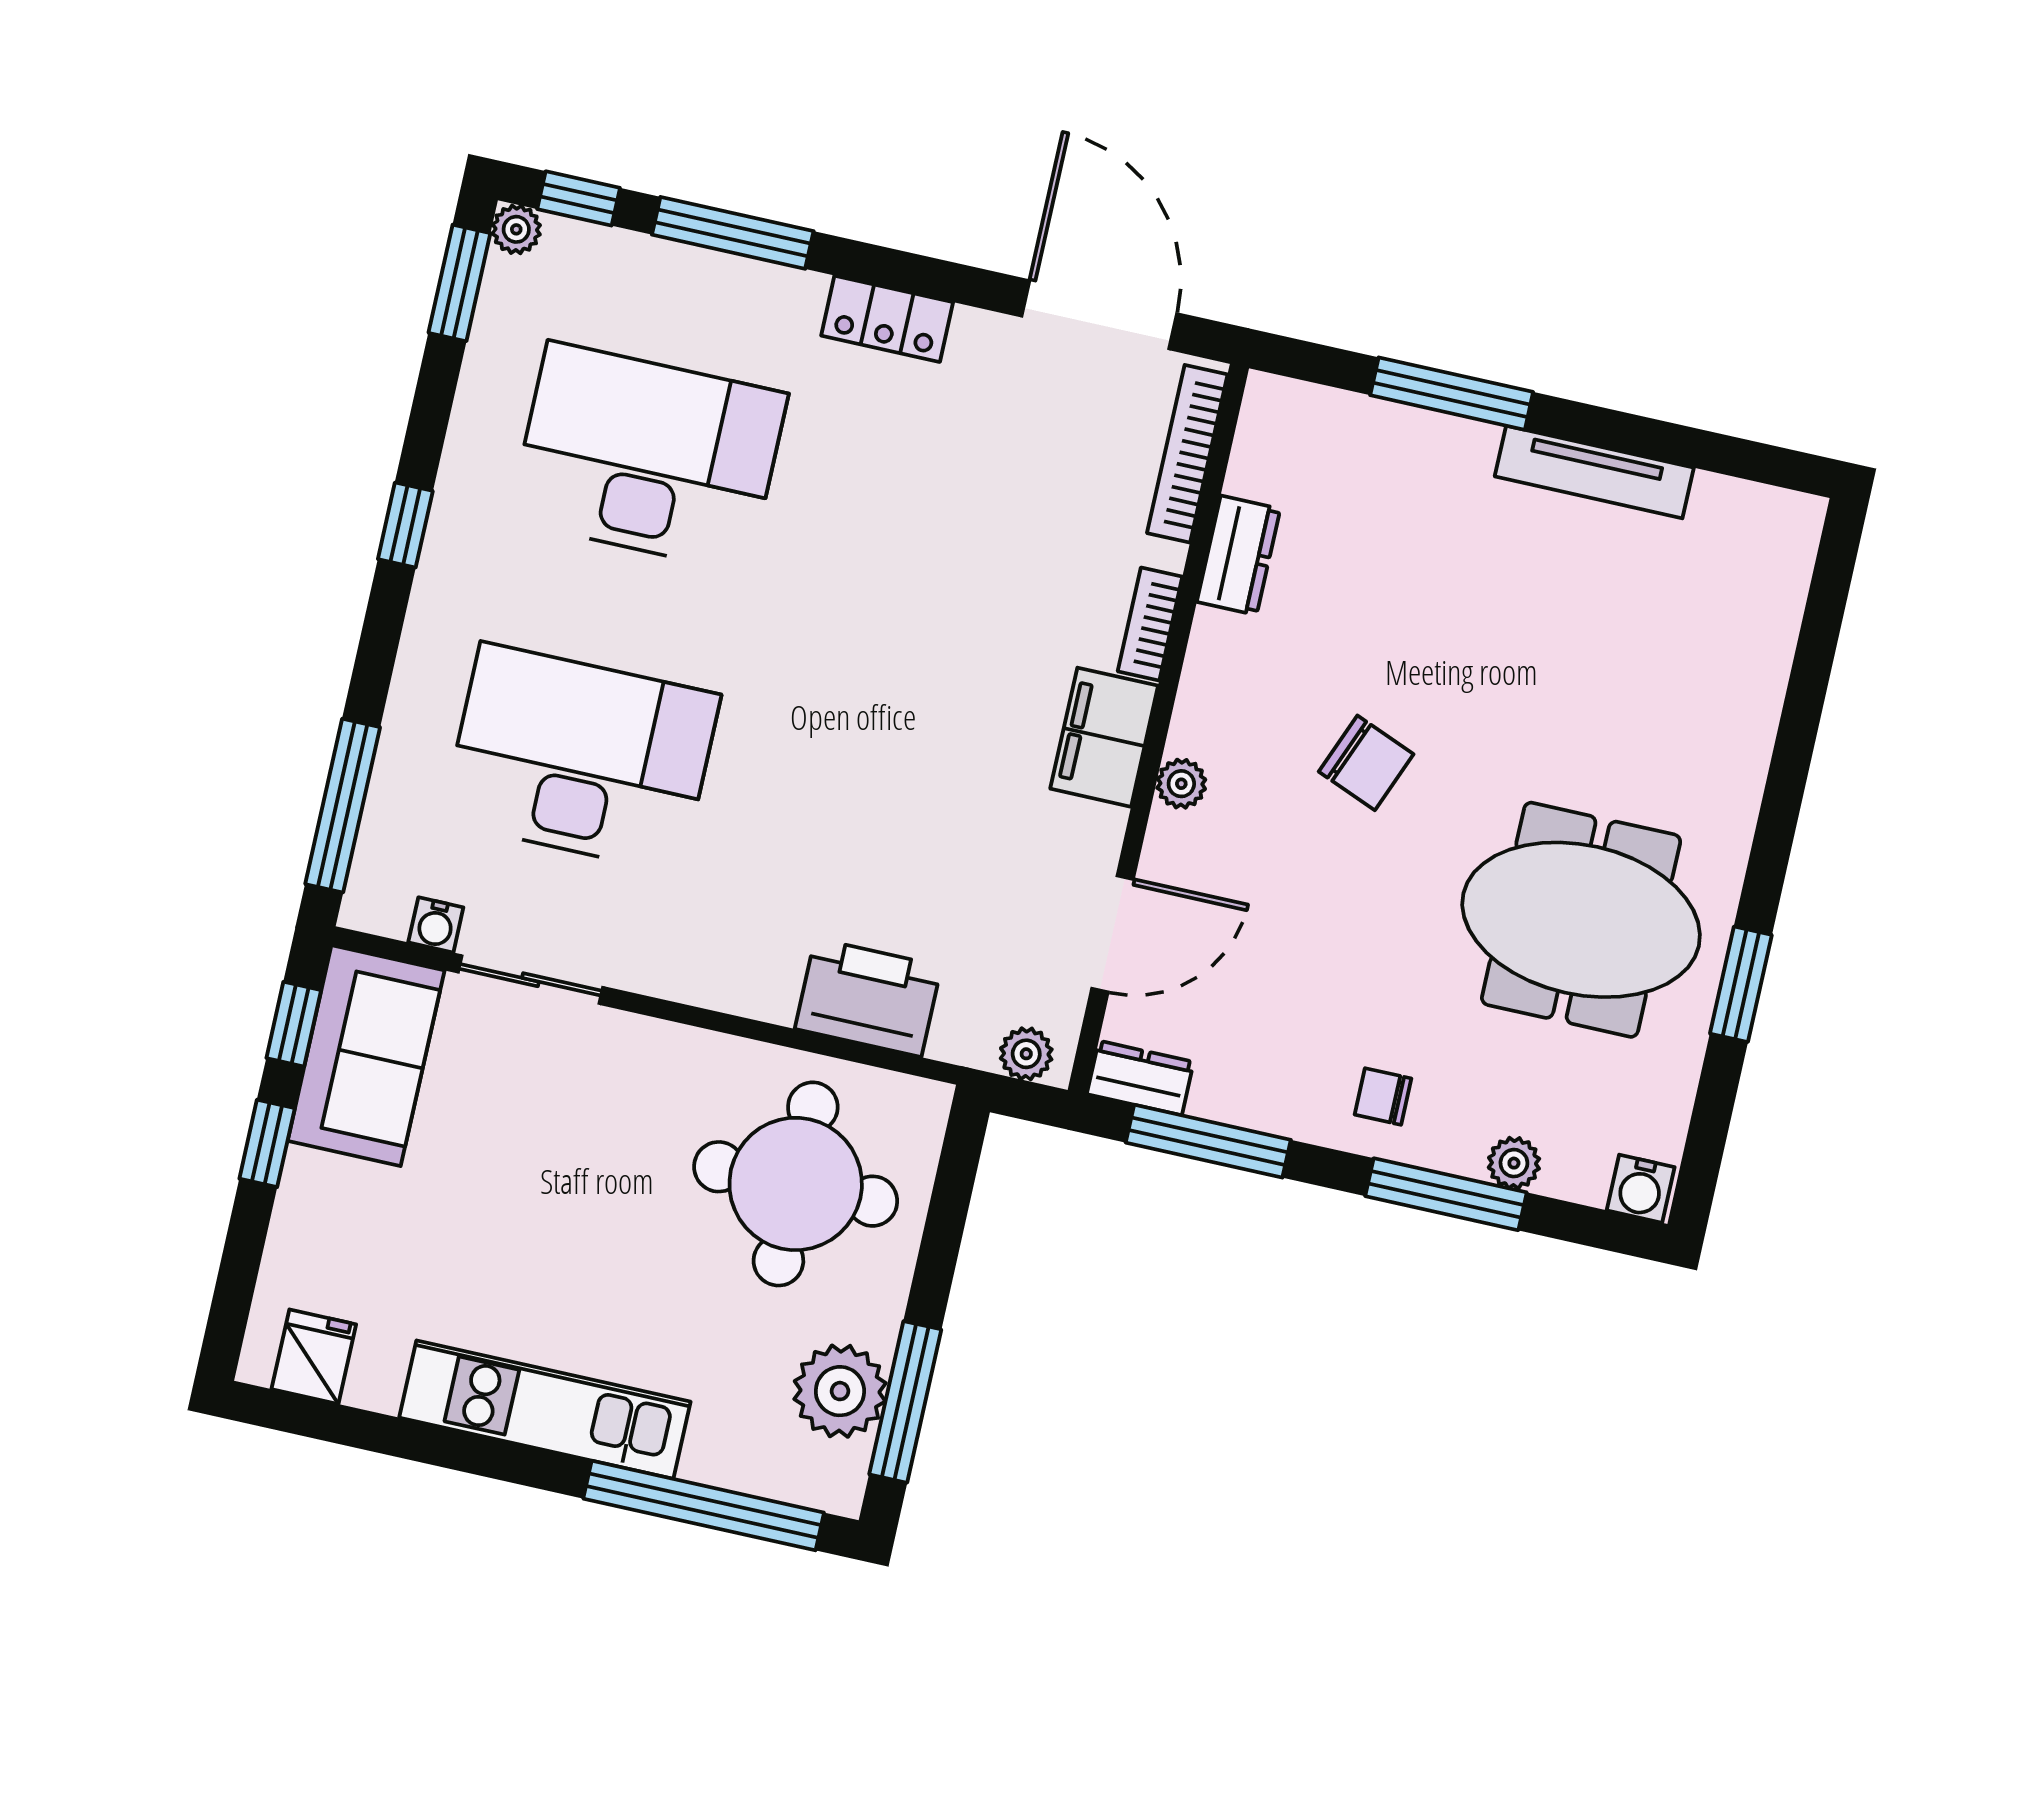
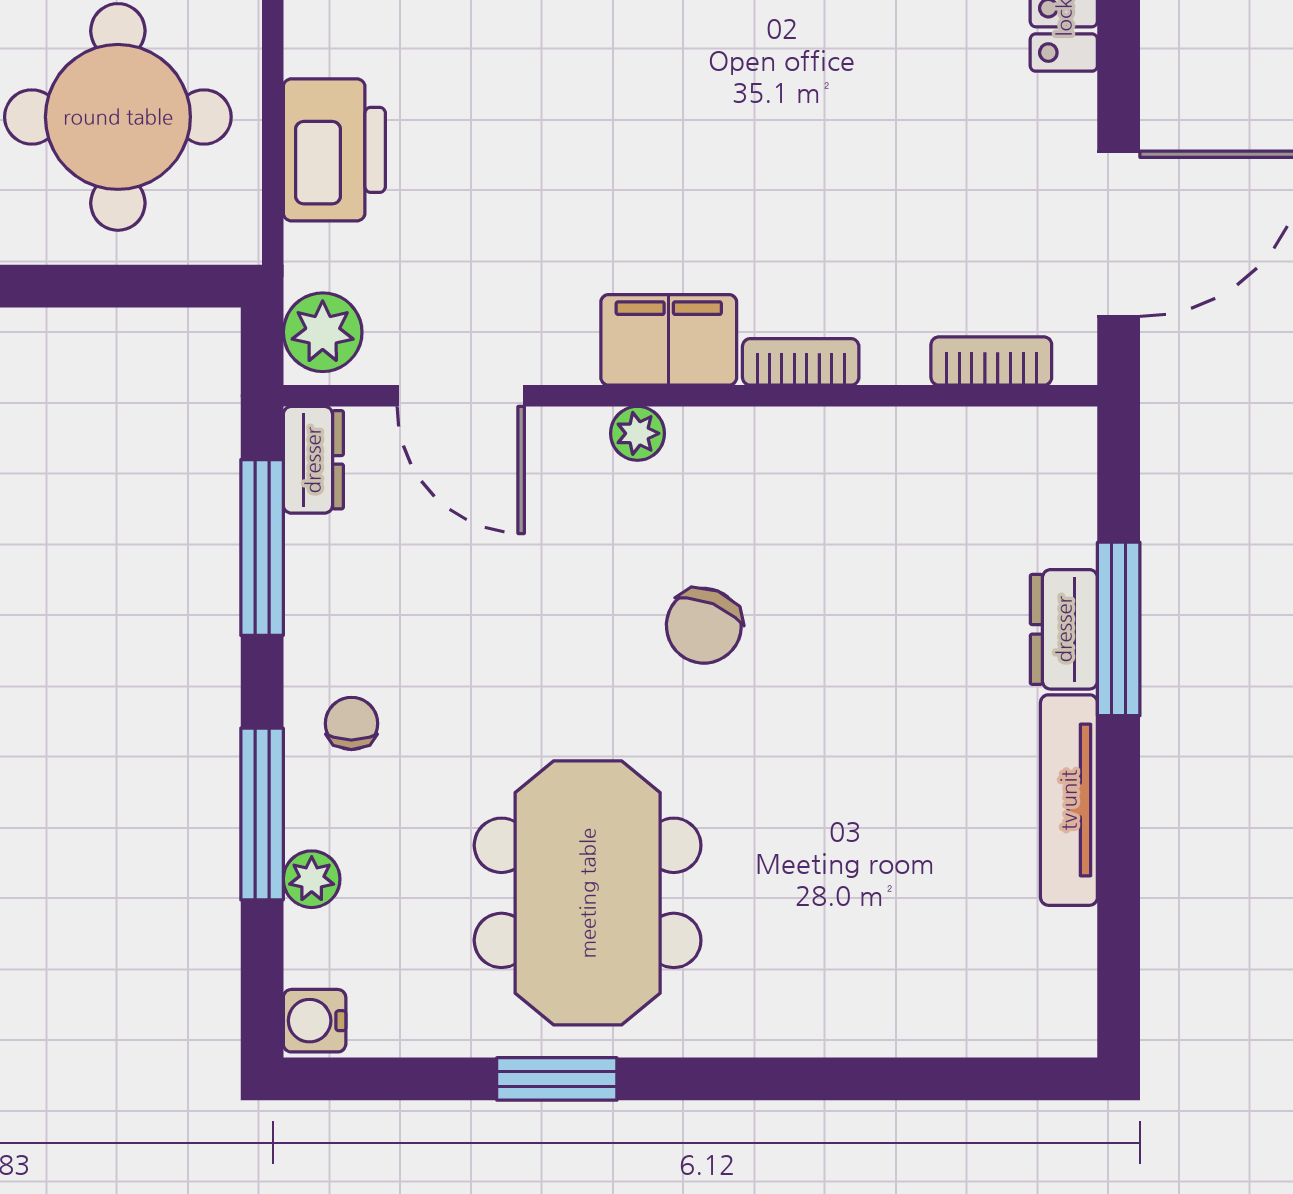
bookcase: (1187, 454) -> (991, 361), width x0.64
dresser: (1239, 555) -> (1064, 629), moved, turned 90
plant: (1026, 1054) -> (323, 332), width x1.38, depth x1.38

